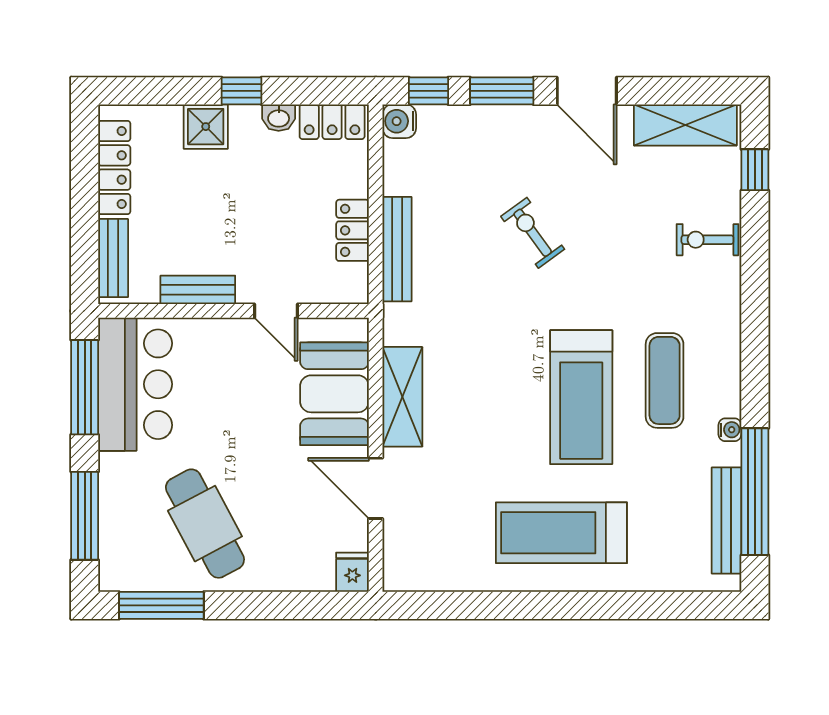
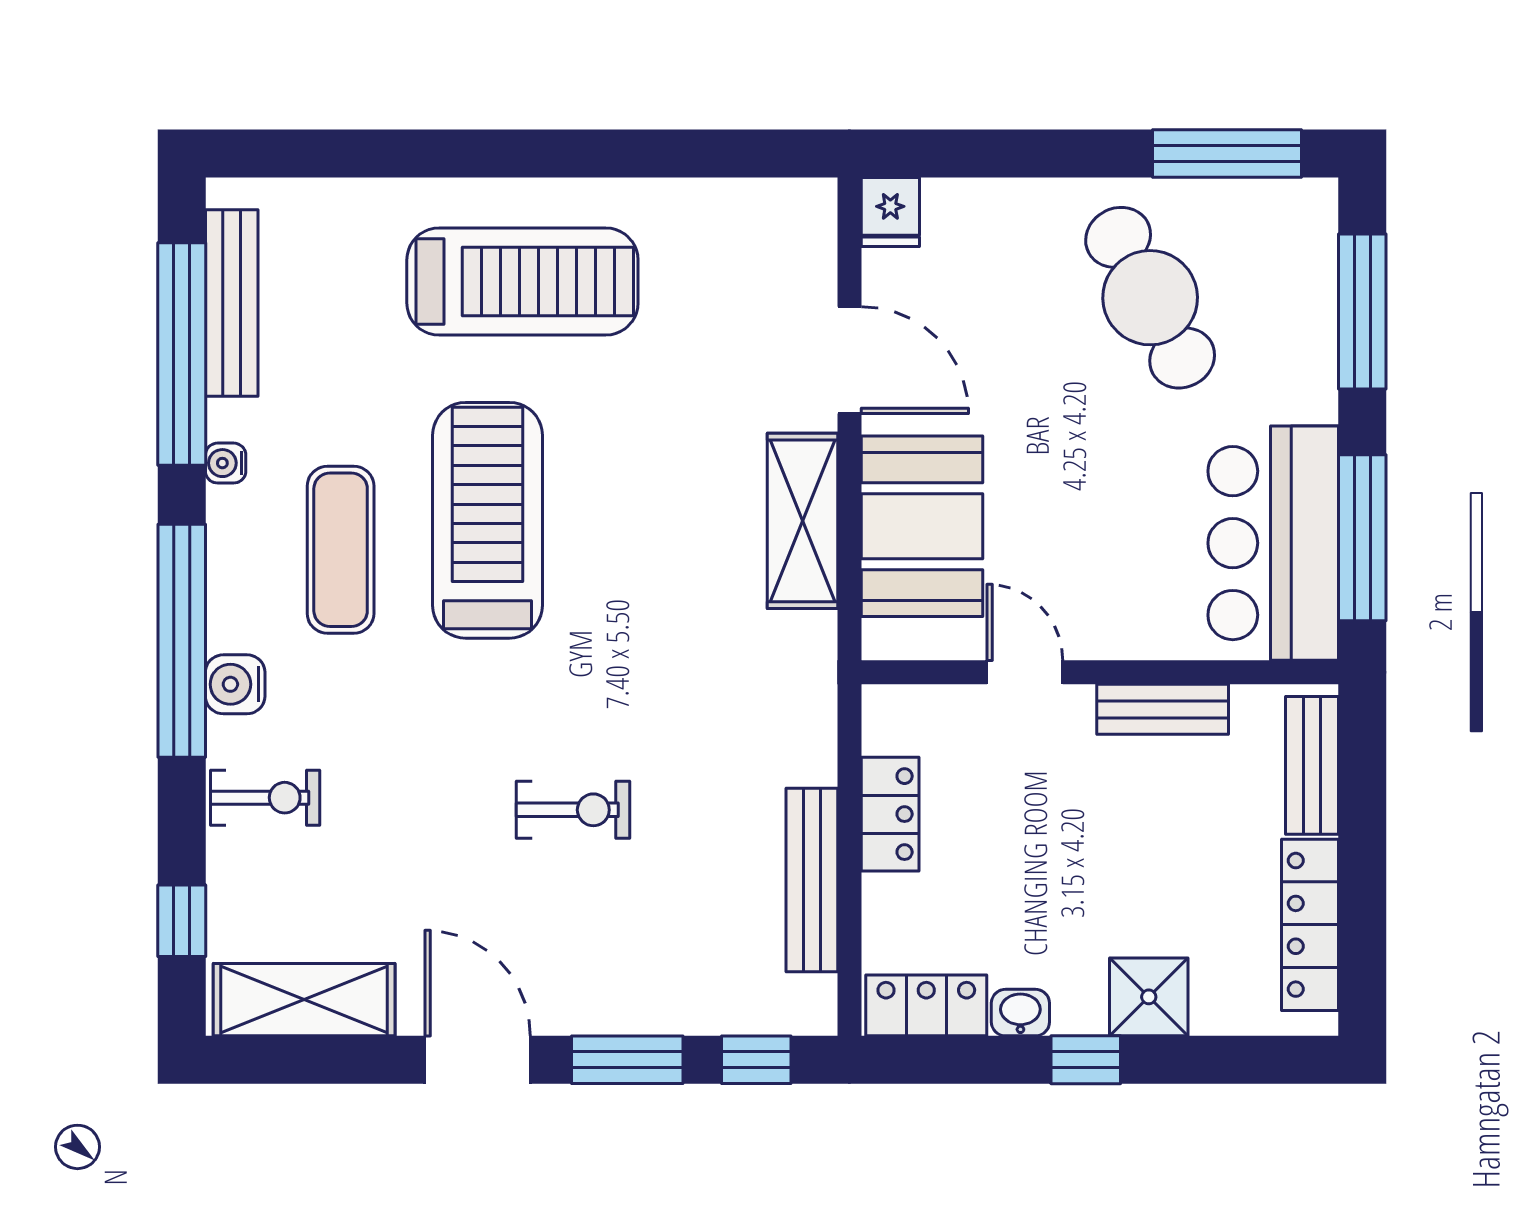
water cooler: (399, 121) -> (235, 684), moved, turned 180
exercise bike: (533, 233) -> (573, 810), turned -54
bench: (397, 249) -> (812, 880), moved
window: (755, 329) -> (182, 641), added

